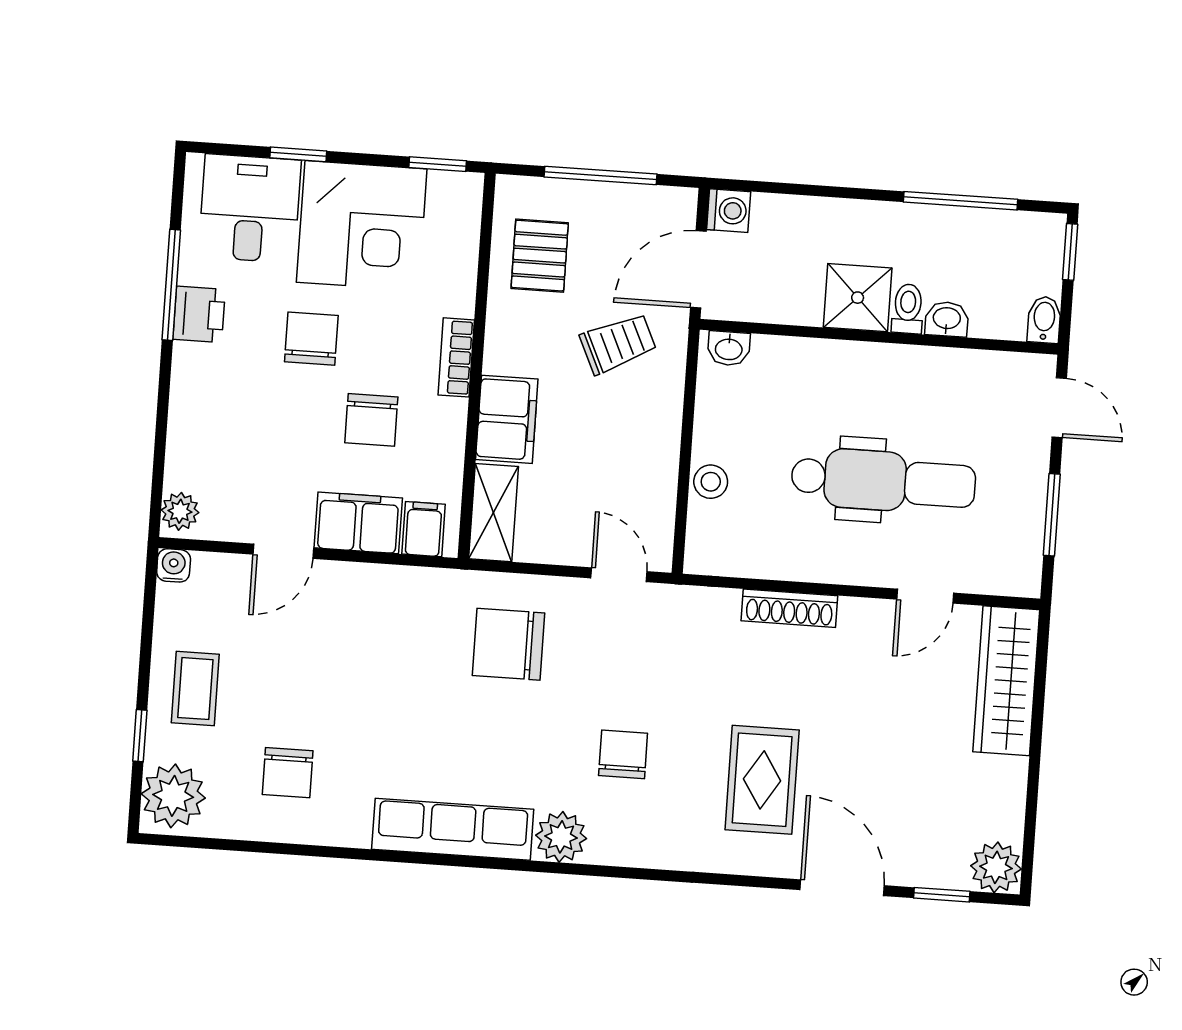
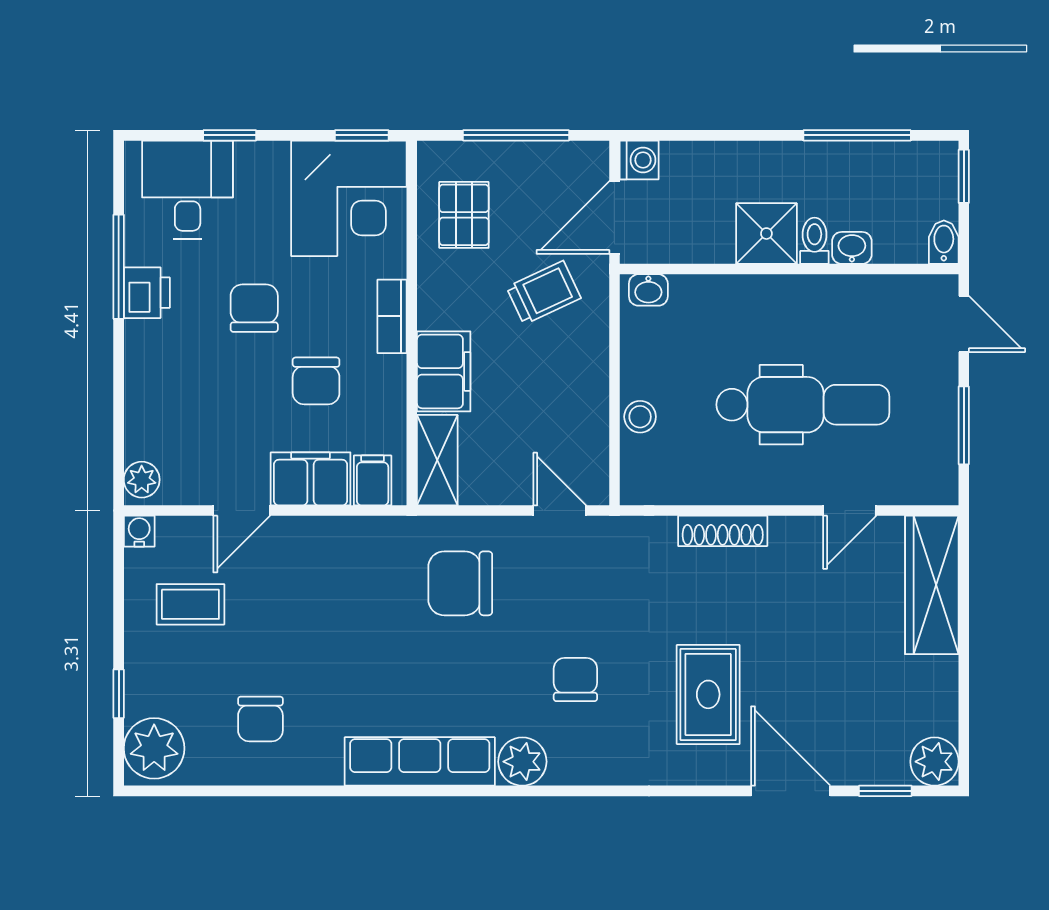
corner desk: (362, 226) -> (349, 198), moved
coffee table: (195, 689) -> (190, 604), moved, turned 90

